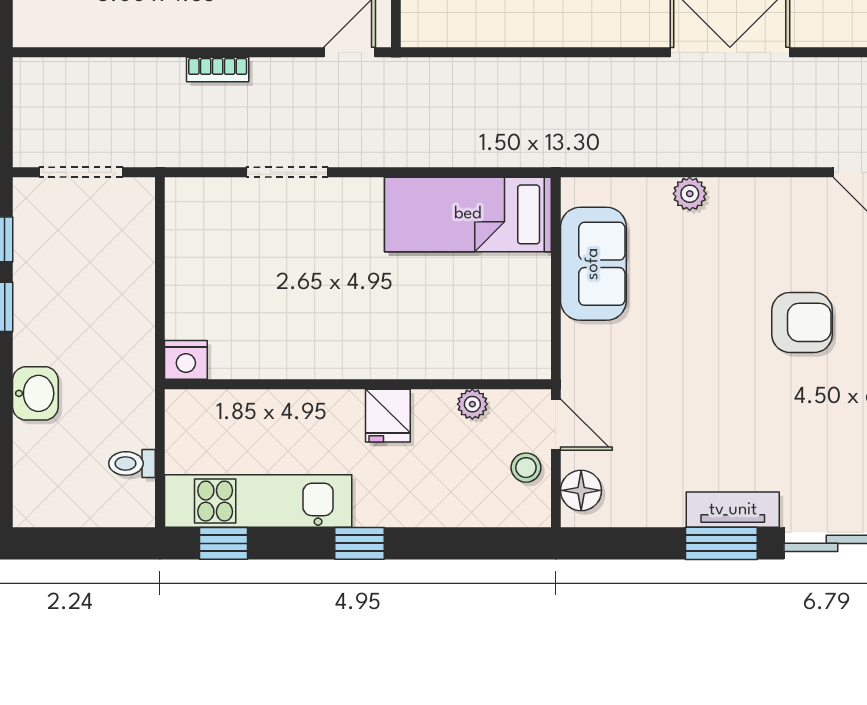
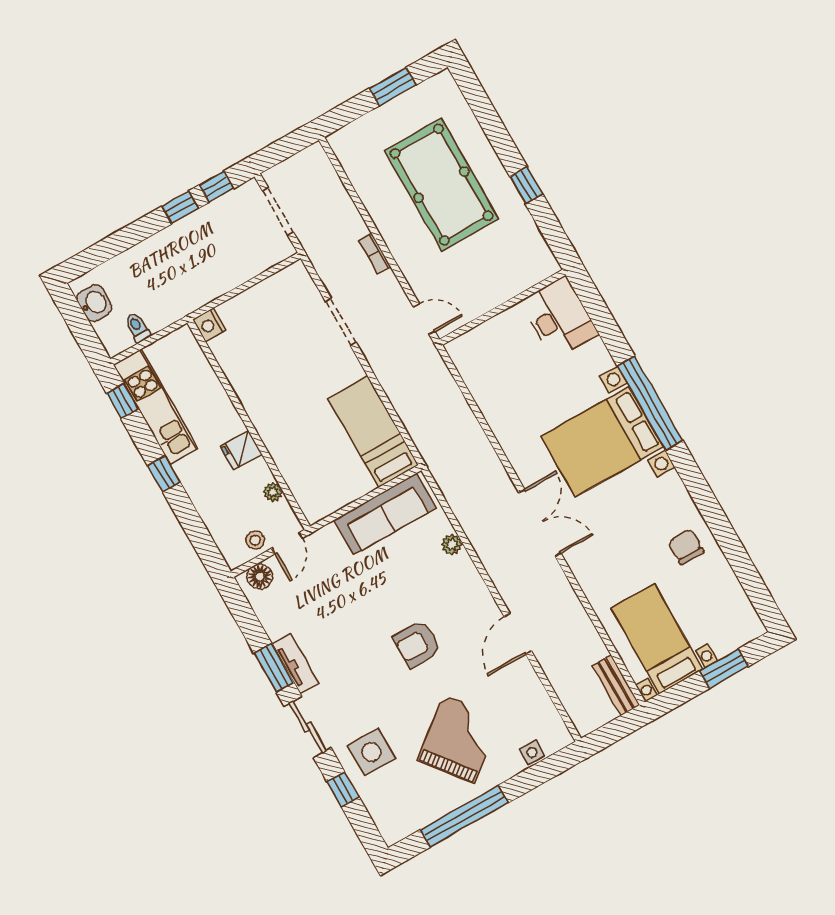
sofa: (593, 264) -> (385, 514), width x1.36
armchair: (802, 322) -> (417, 644), turned 90
washbasin: (35, 393) -> (94, 303), moved, turned -90

